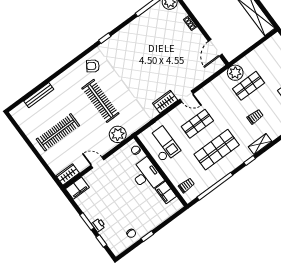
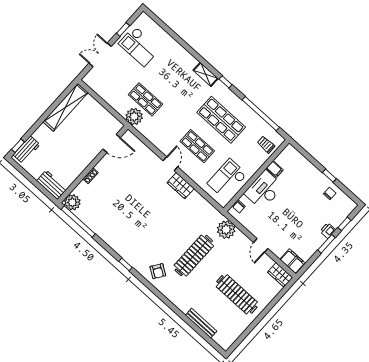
trolley: (255, 117) -> (177, 86), removed
filing cabinet: (166, 192) -> (275, 169), width x0.50

